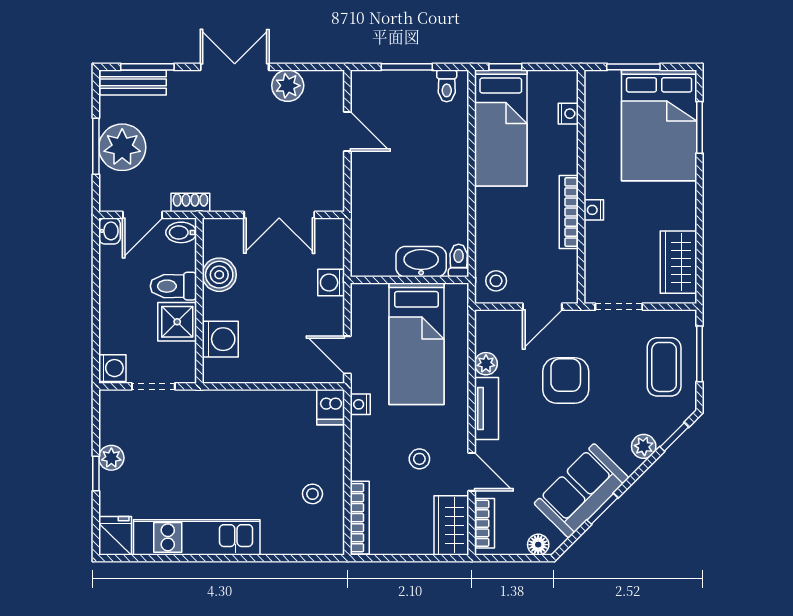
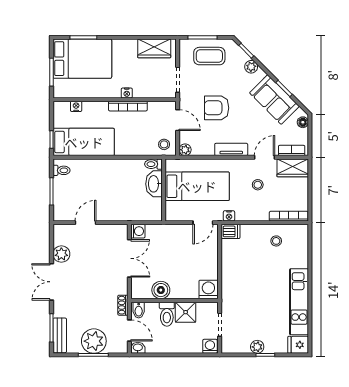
washing machine: (331, 282) -> (138, 231), moved, turned -90
washing machine: (220, 339) -> (208, 289), moved
plant: (486, 364) -> (185, 150), moved

